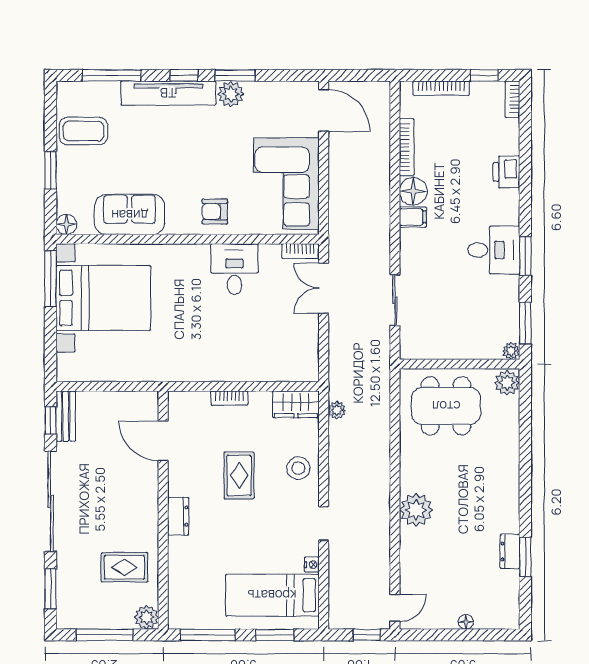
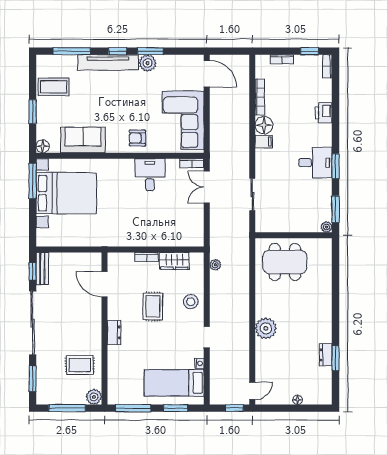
bookcase: (441, 88) -> (282, 59), width x0.64
plant: (507, 383) -> (324, 247), removed
wardrobe: (296, 404) -> (174, 261), moved

